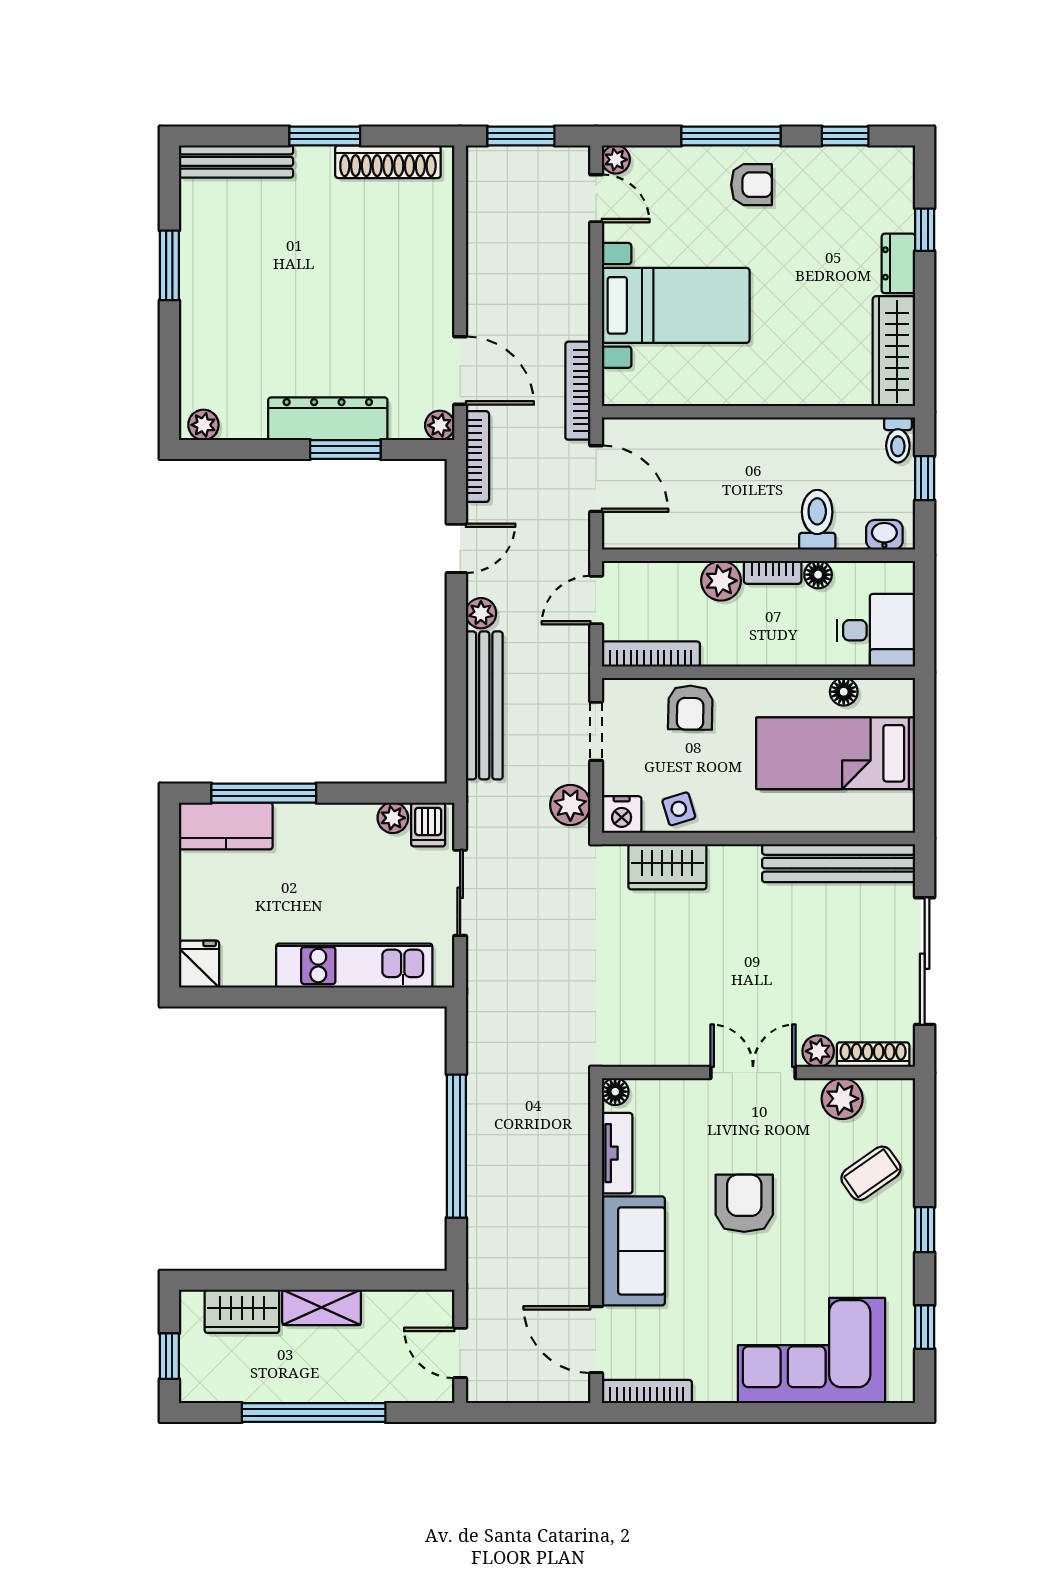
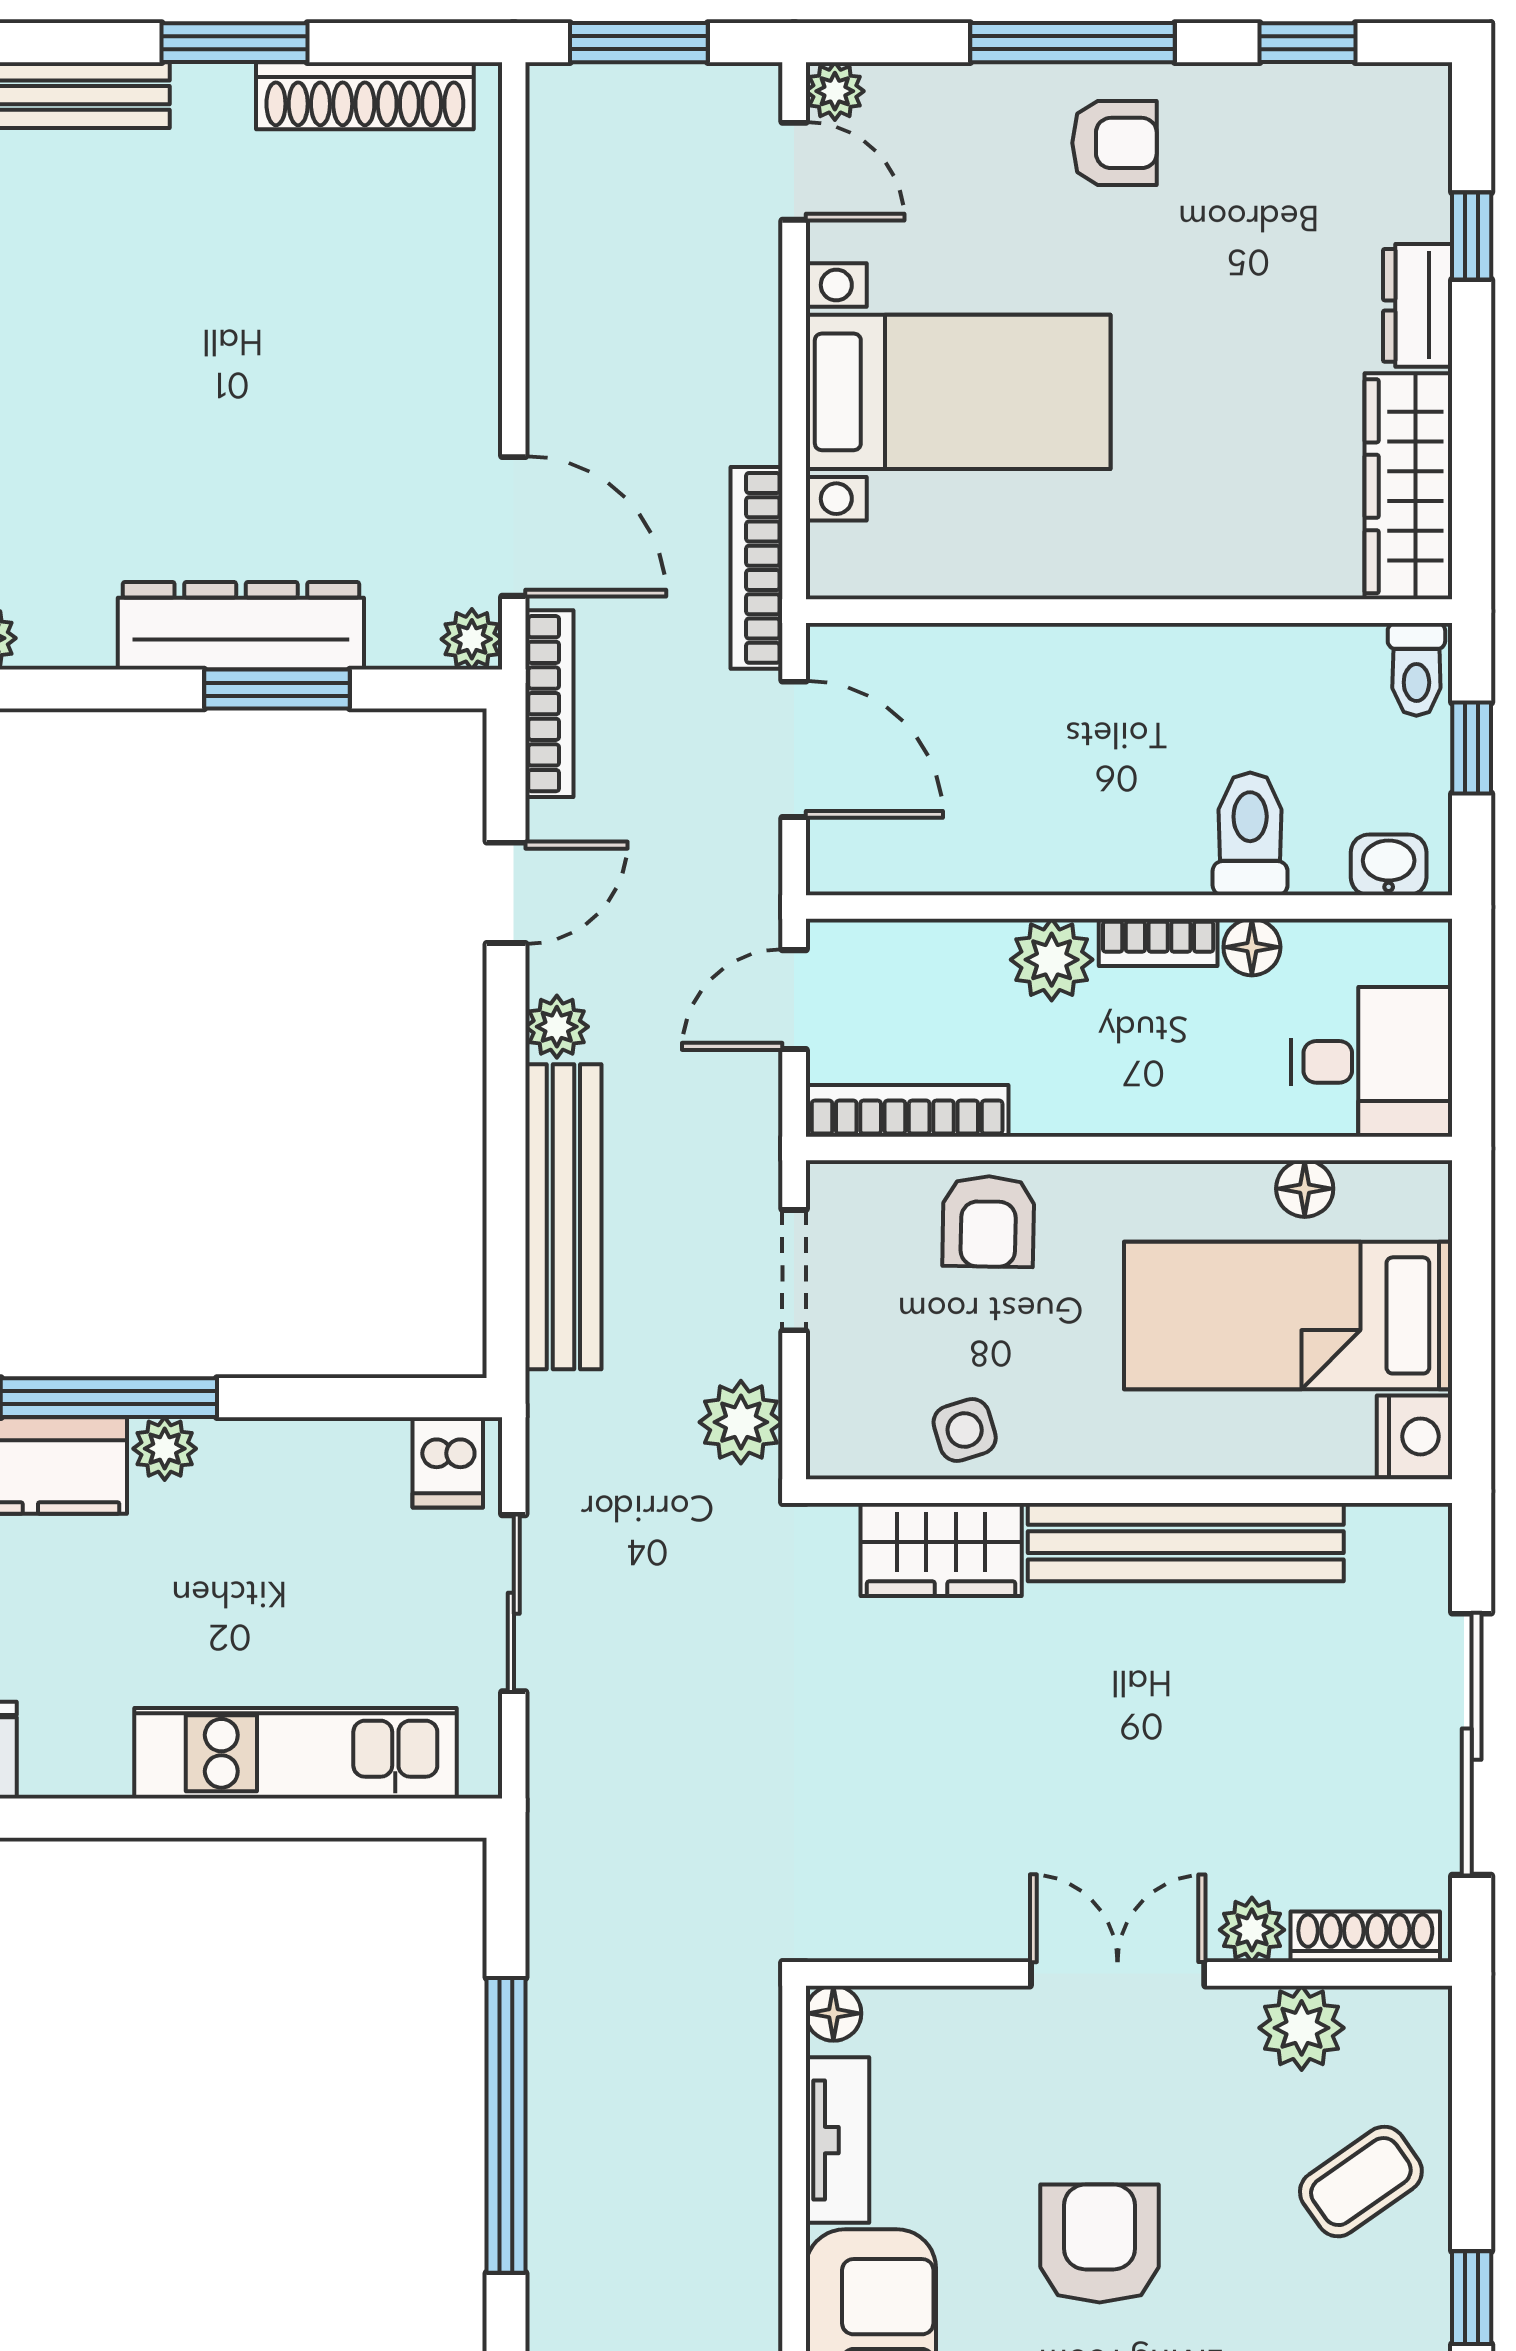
nightstand: (622, 814) -> (1414, 1436), moved, turned -90
plant: (393, 818) -> (165, 1449), moved
bench: (839, 863) -> (1186, 1542), moved

